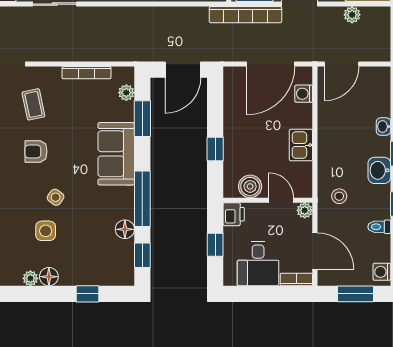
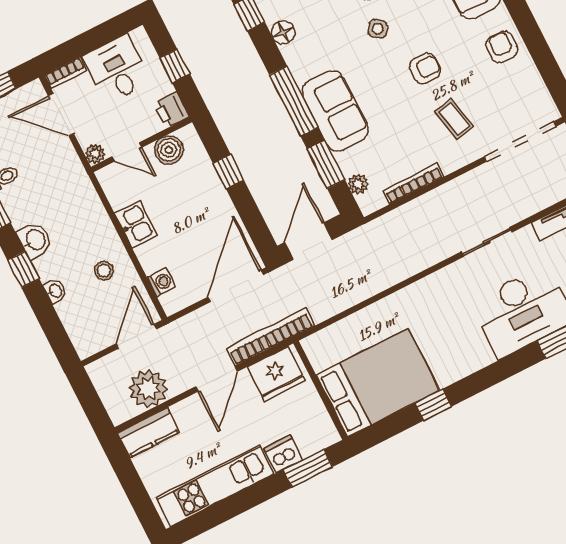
plant: (352, 15) -> (148, 389), width x1.88, depth x1.88
door: (271, 64) -> (236, 286), moved
stool: (339, 196) -> (104, 271), moved
window: (142, 199) -> (294, 101), moved

